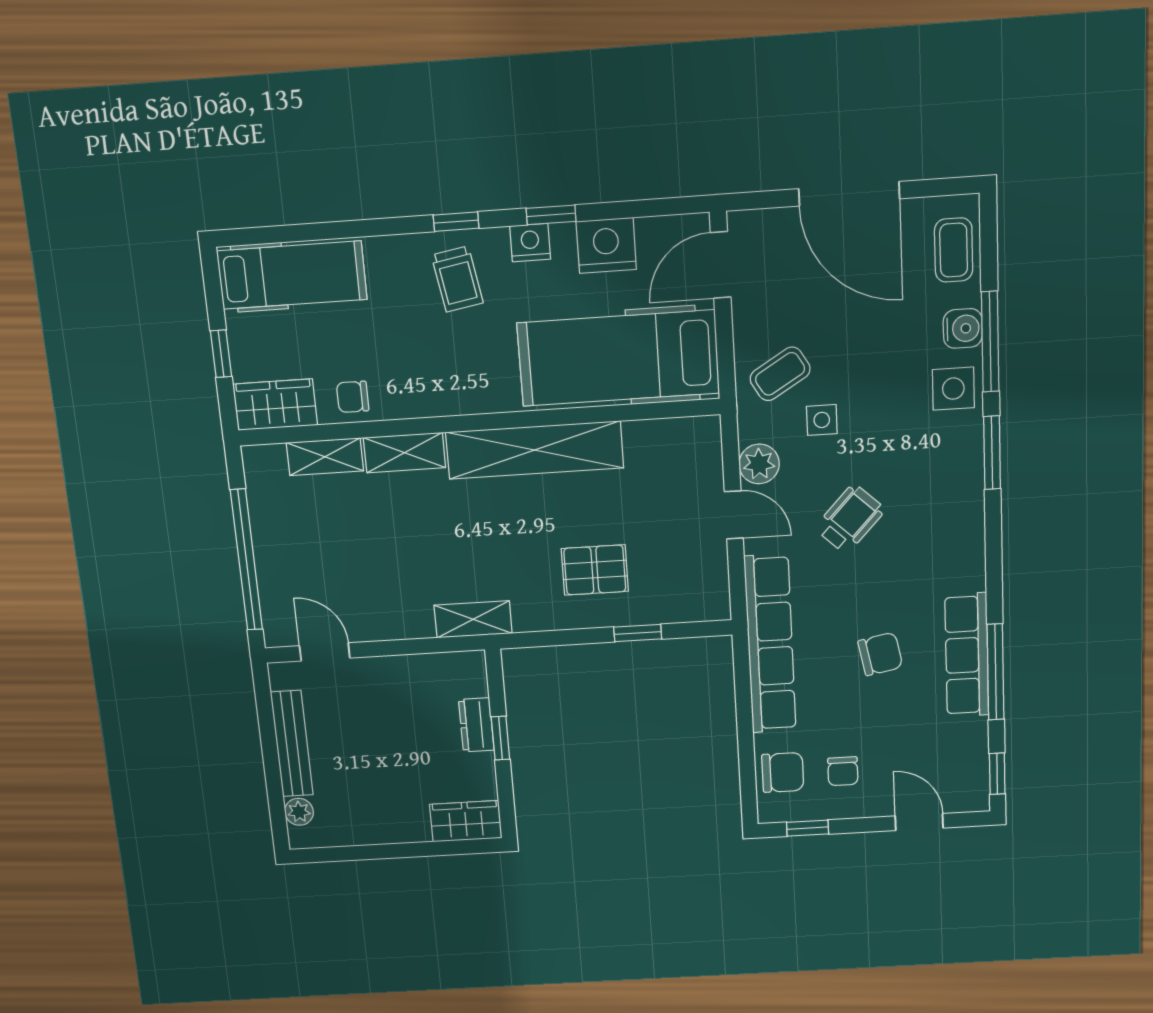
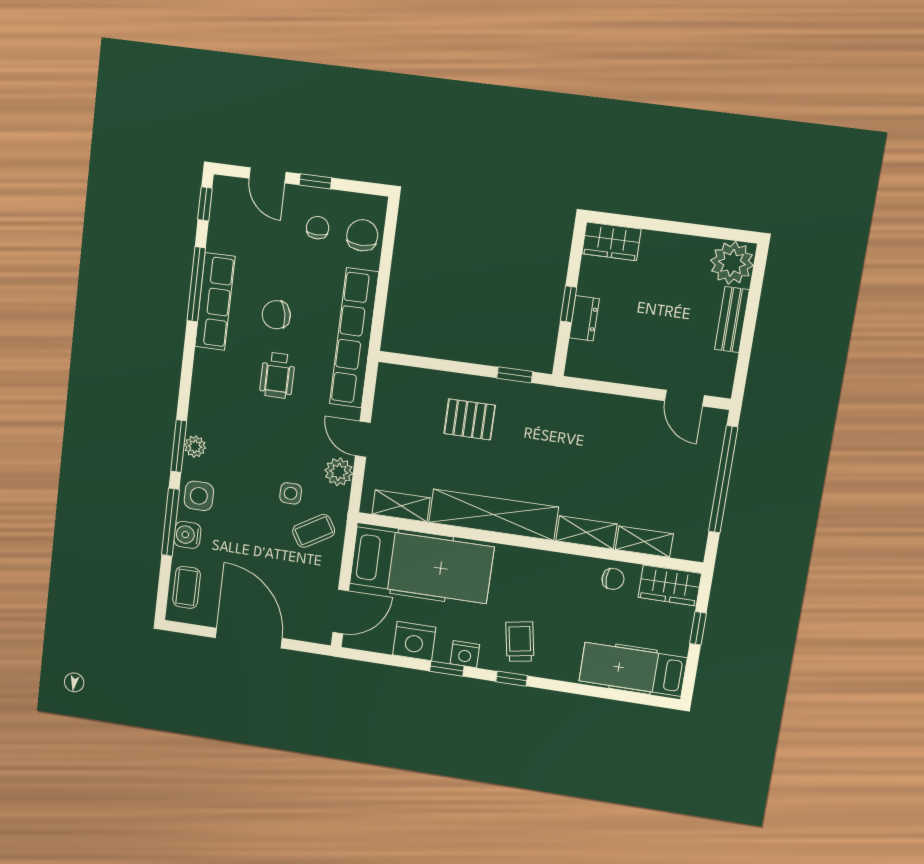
plant: (968, 457) -> (195, 446), added
wheelchair: (850, 519) -> (277, 375), moved, turned -43
shelving: (473, 619) -> (401, 506), moved
window: (638, 633) -> (515, 375), moved
bench: (292, 744) -> (732, 320), width x0.73
chair: (783, 772) -> (362, 235), turned 90
plant: (299, 812) -> (732, 263), width x1.88, depth x1.88
window: (808, 828) -> (315, 181), moved

